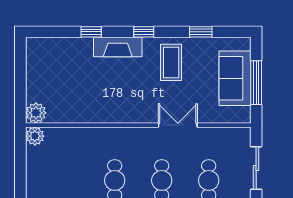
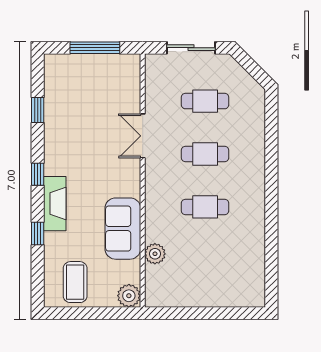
coffee table: (171, 62) -> (75, 282), moved, turned 90
sofa: (235, 78) -> (123, 229), moved, turned 90
plant: (35, 136) -> (155, 254), moved

